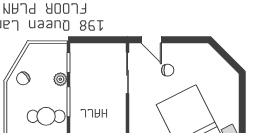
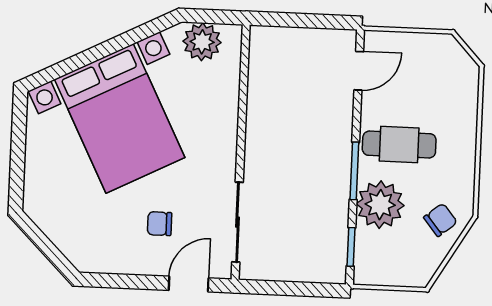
door: (151, 40) -> (189, 284), hinge flipped
plant: (60, 79) -> (380, 205), width x1.87, depth x1.87

